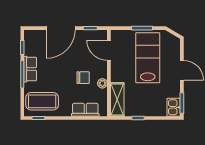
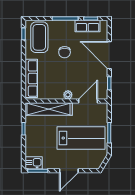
row of seats: (30, 69) -> (87, 26), moved
chair: (83, 78) -> (65, 52), moved
plant: (102, 83) -> (68, 95), moved
shelving: (117, 99) -> (49, 109), width x1.47
row of seats: (85, 110) -> (31, 78), width x1.48

